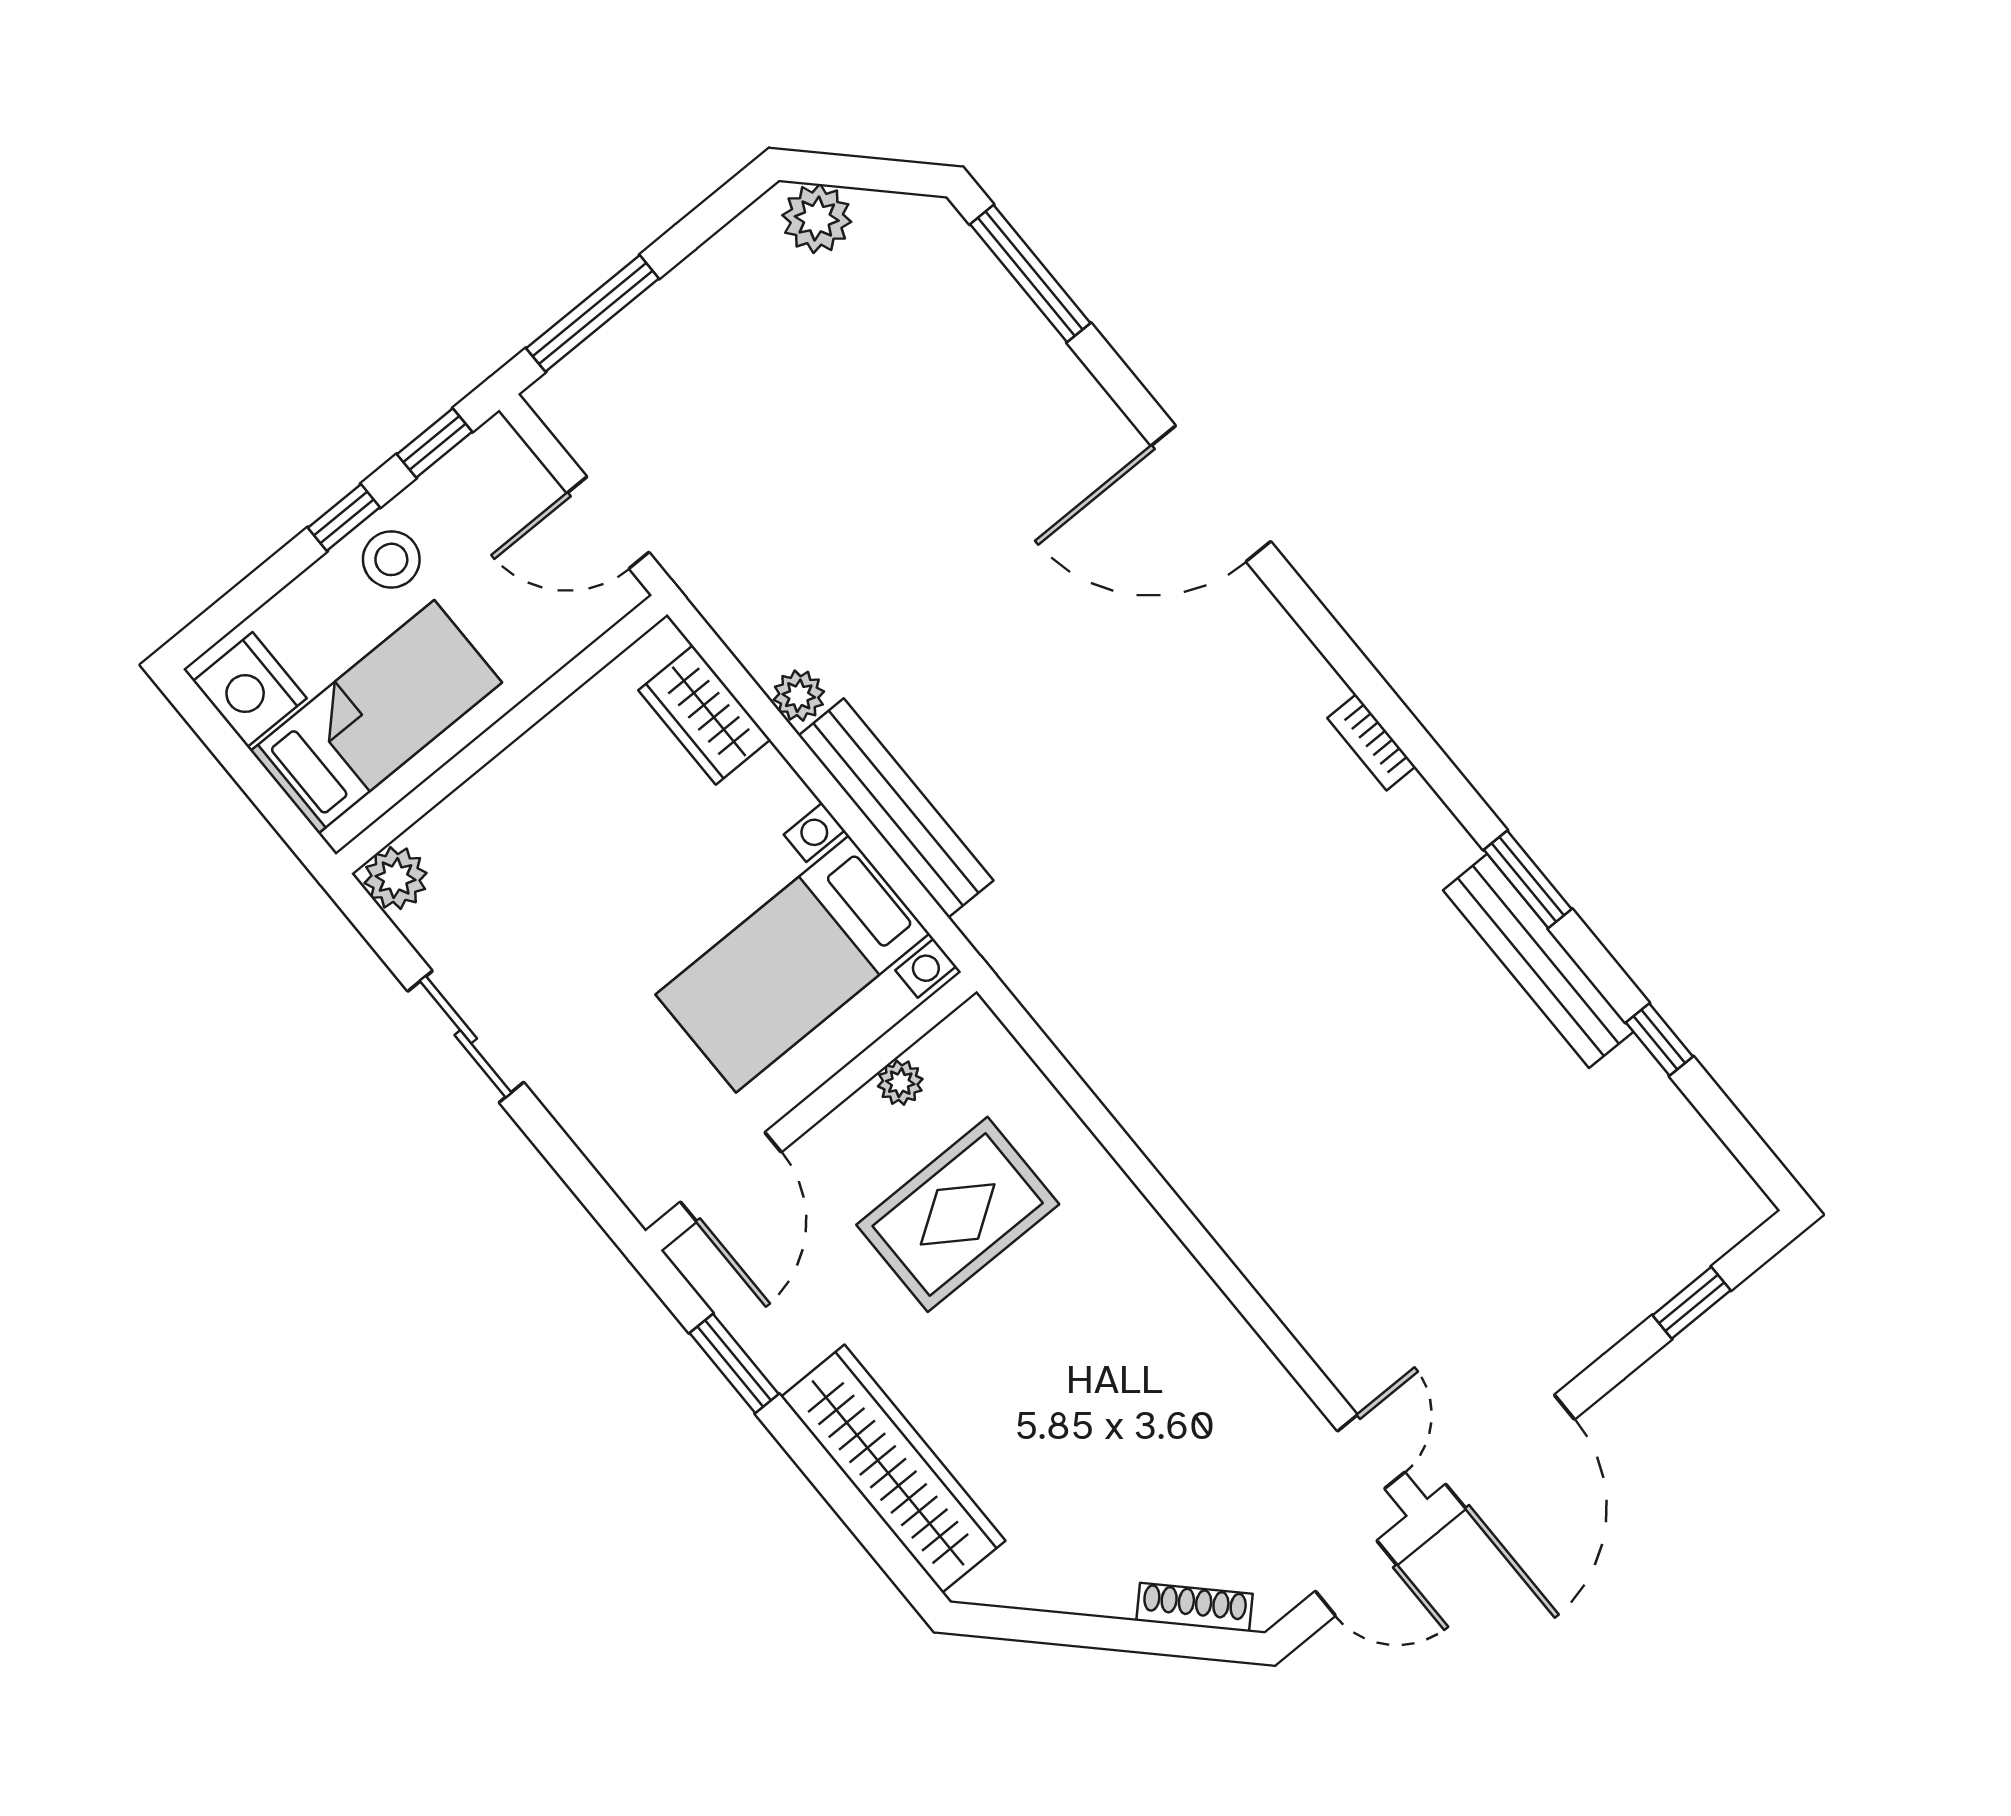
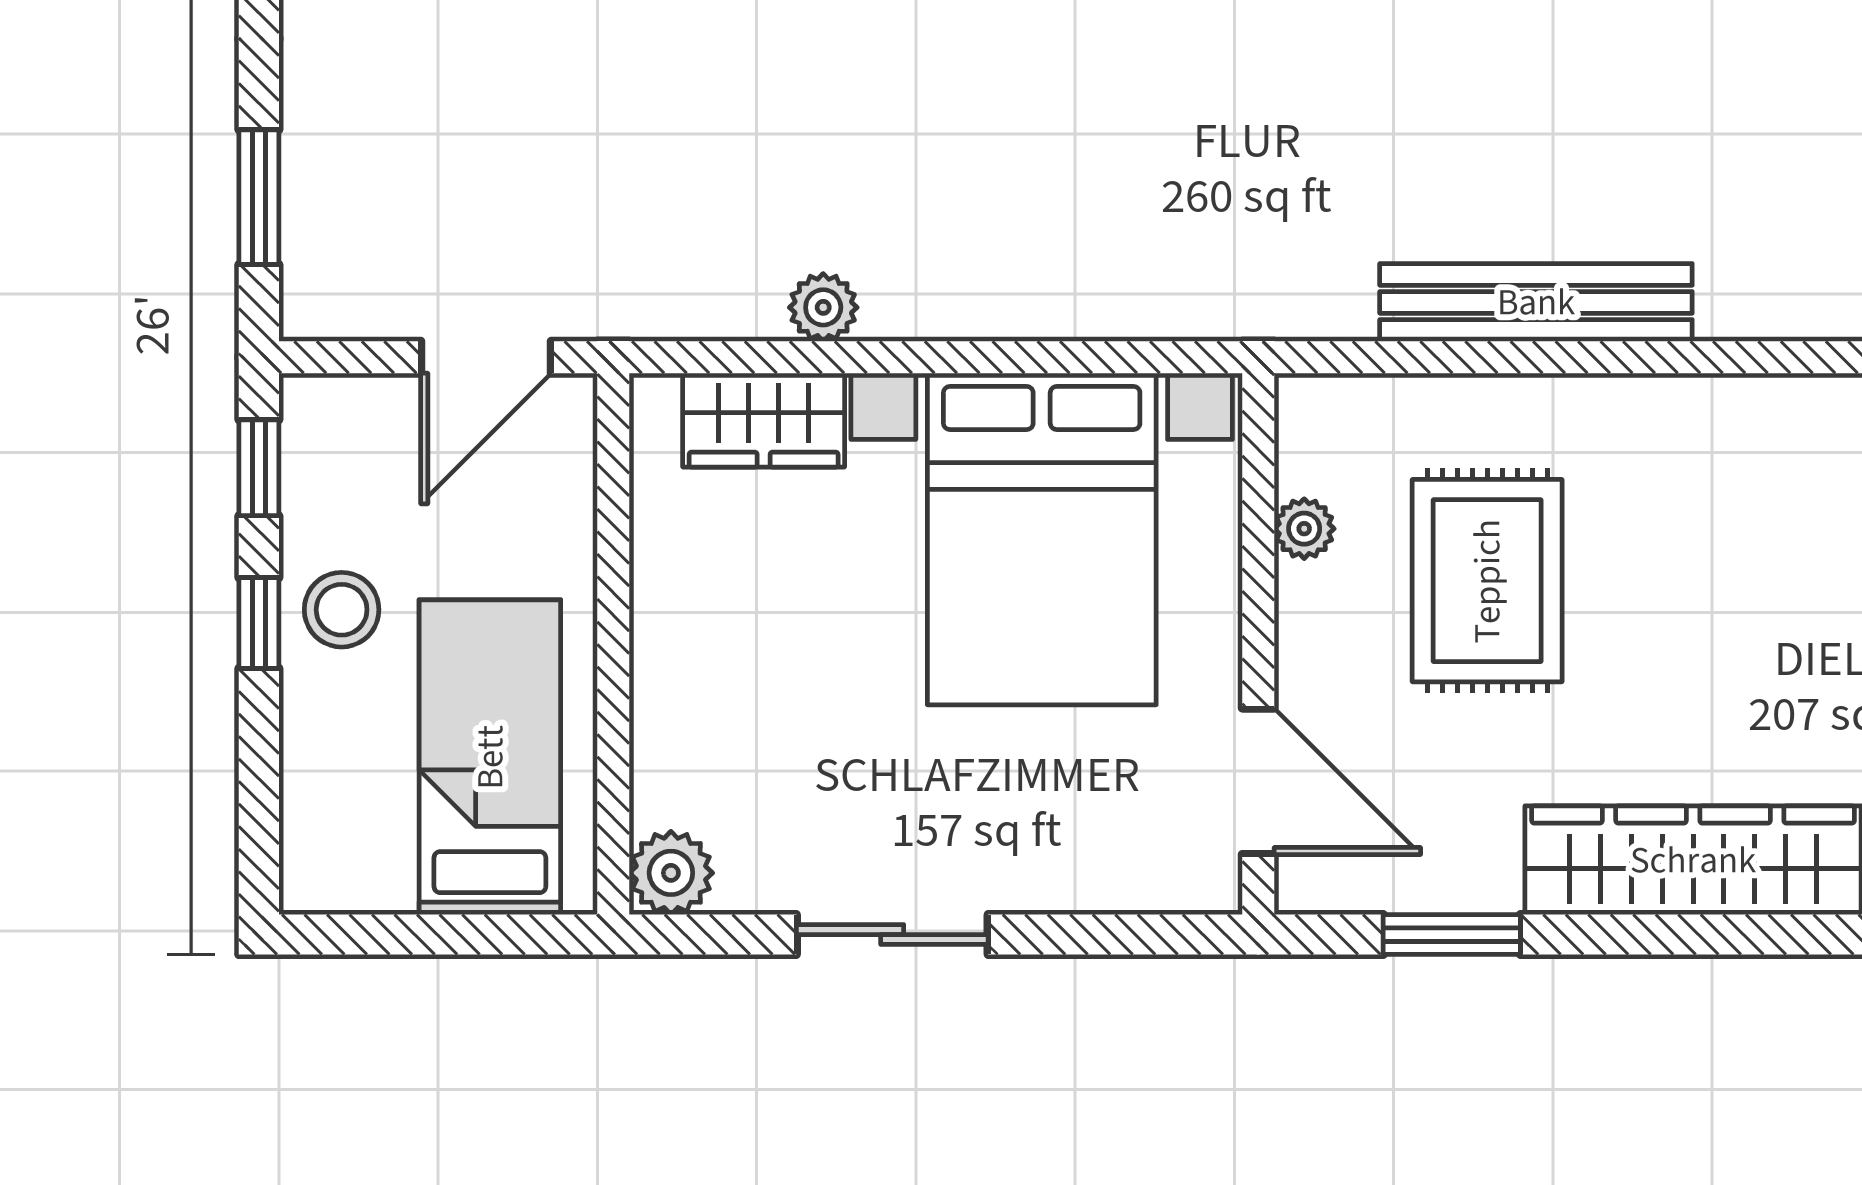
window: (593, 313) -> (259, 197), width x0.69
nightstand: (250, 690) -> (356, 864), removed
bench: (896, 808) -> (1536, 302), moved
bed with nightstands: (793, 964) -> (1042, 539), width x1.36

